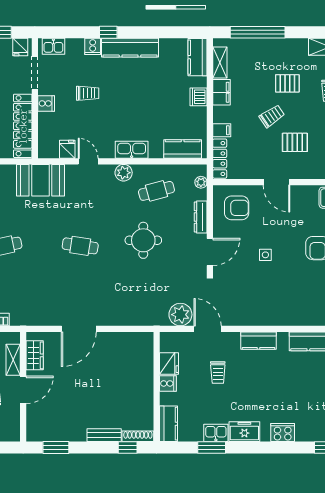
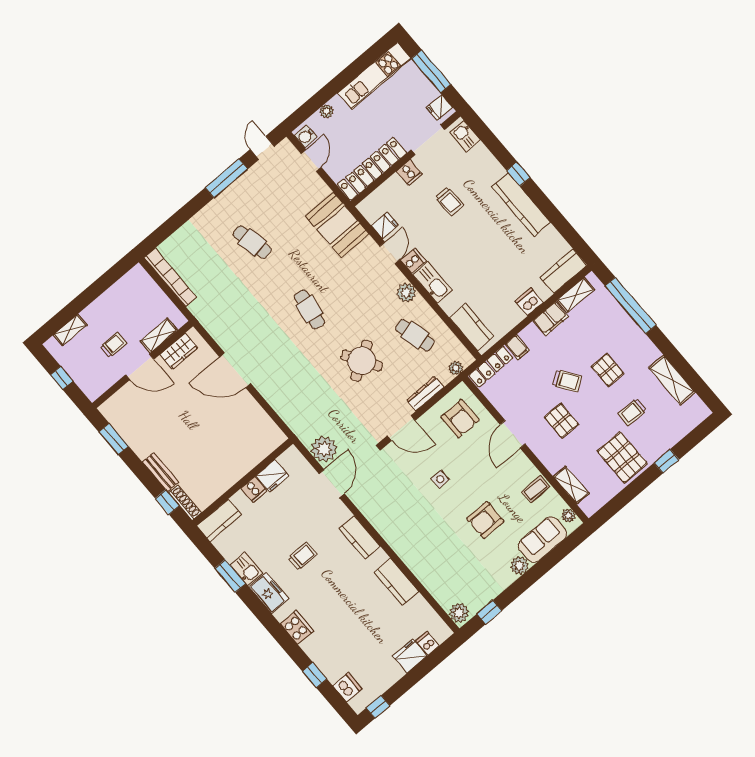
cooker: (93, 46) -> (413, 261), moved, turned 180
round table: (143, 240) -> (362, 361), turned -31
trolley: (218, 372) -> (303, 556), moved, turned 180

